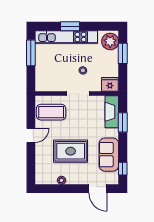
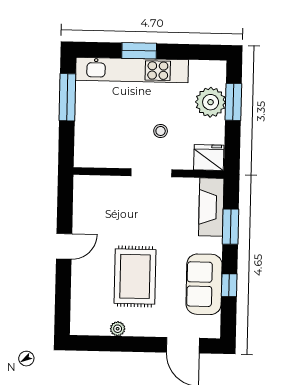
plant: (110, 41) -> (211, 102), moved
coffee table: (51, 112) -> (101, 205), removed
rug: (71, 151) -> (135, 276), turned 90
window: (123, 169) -> (229, 285), moved

